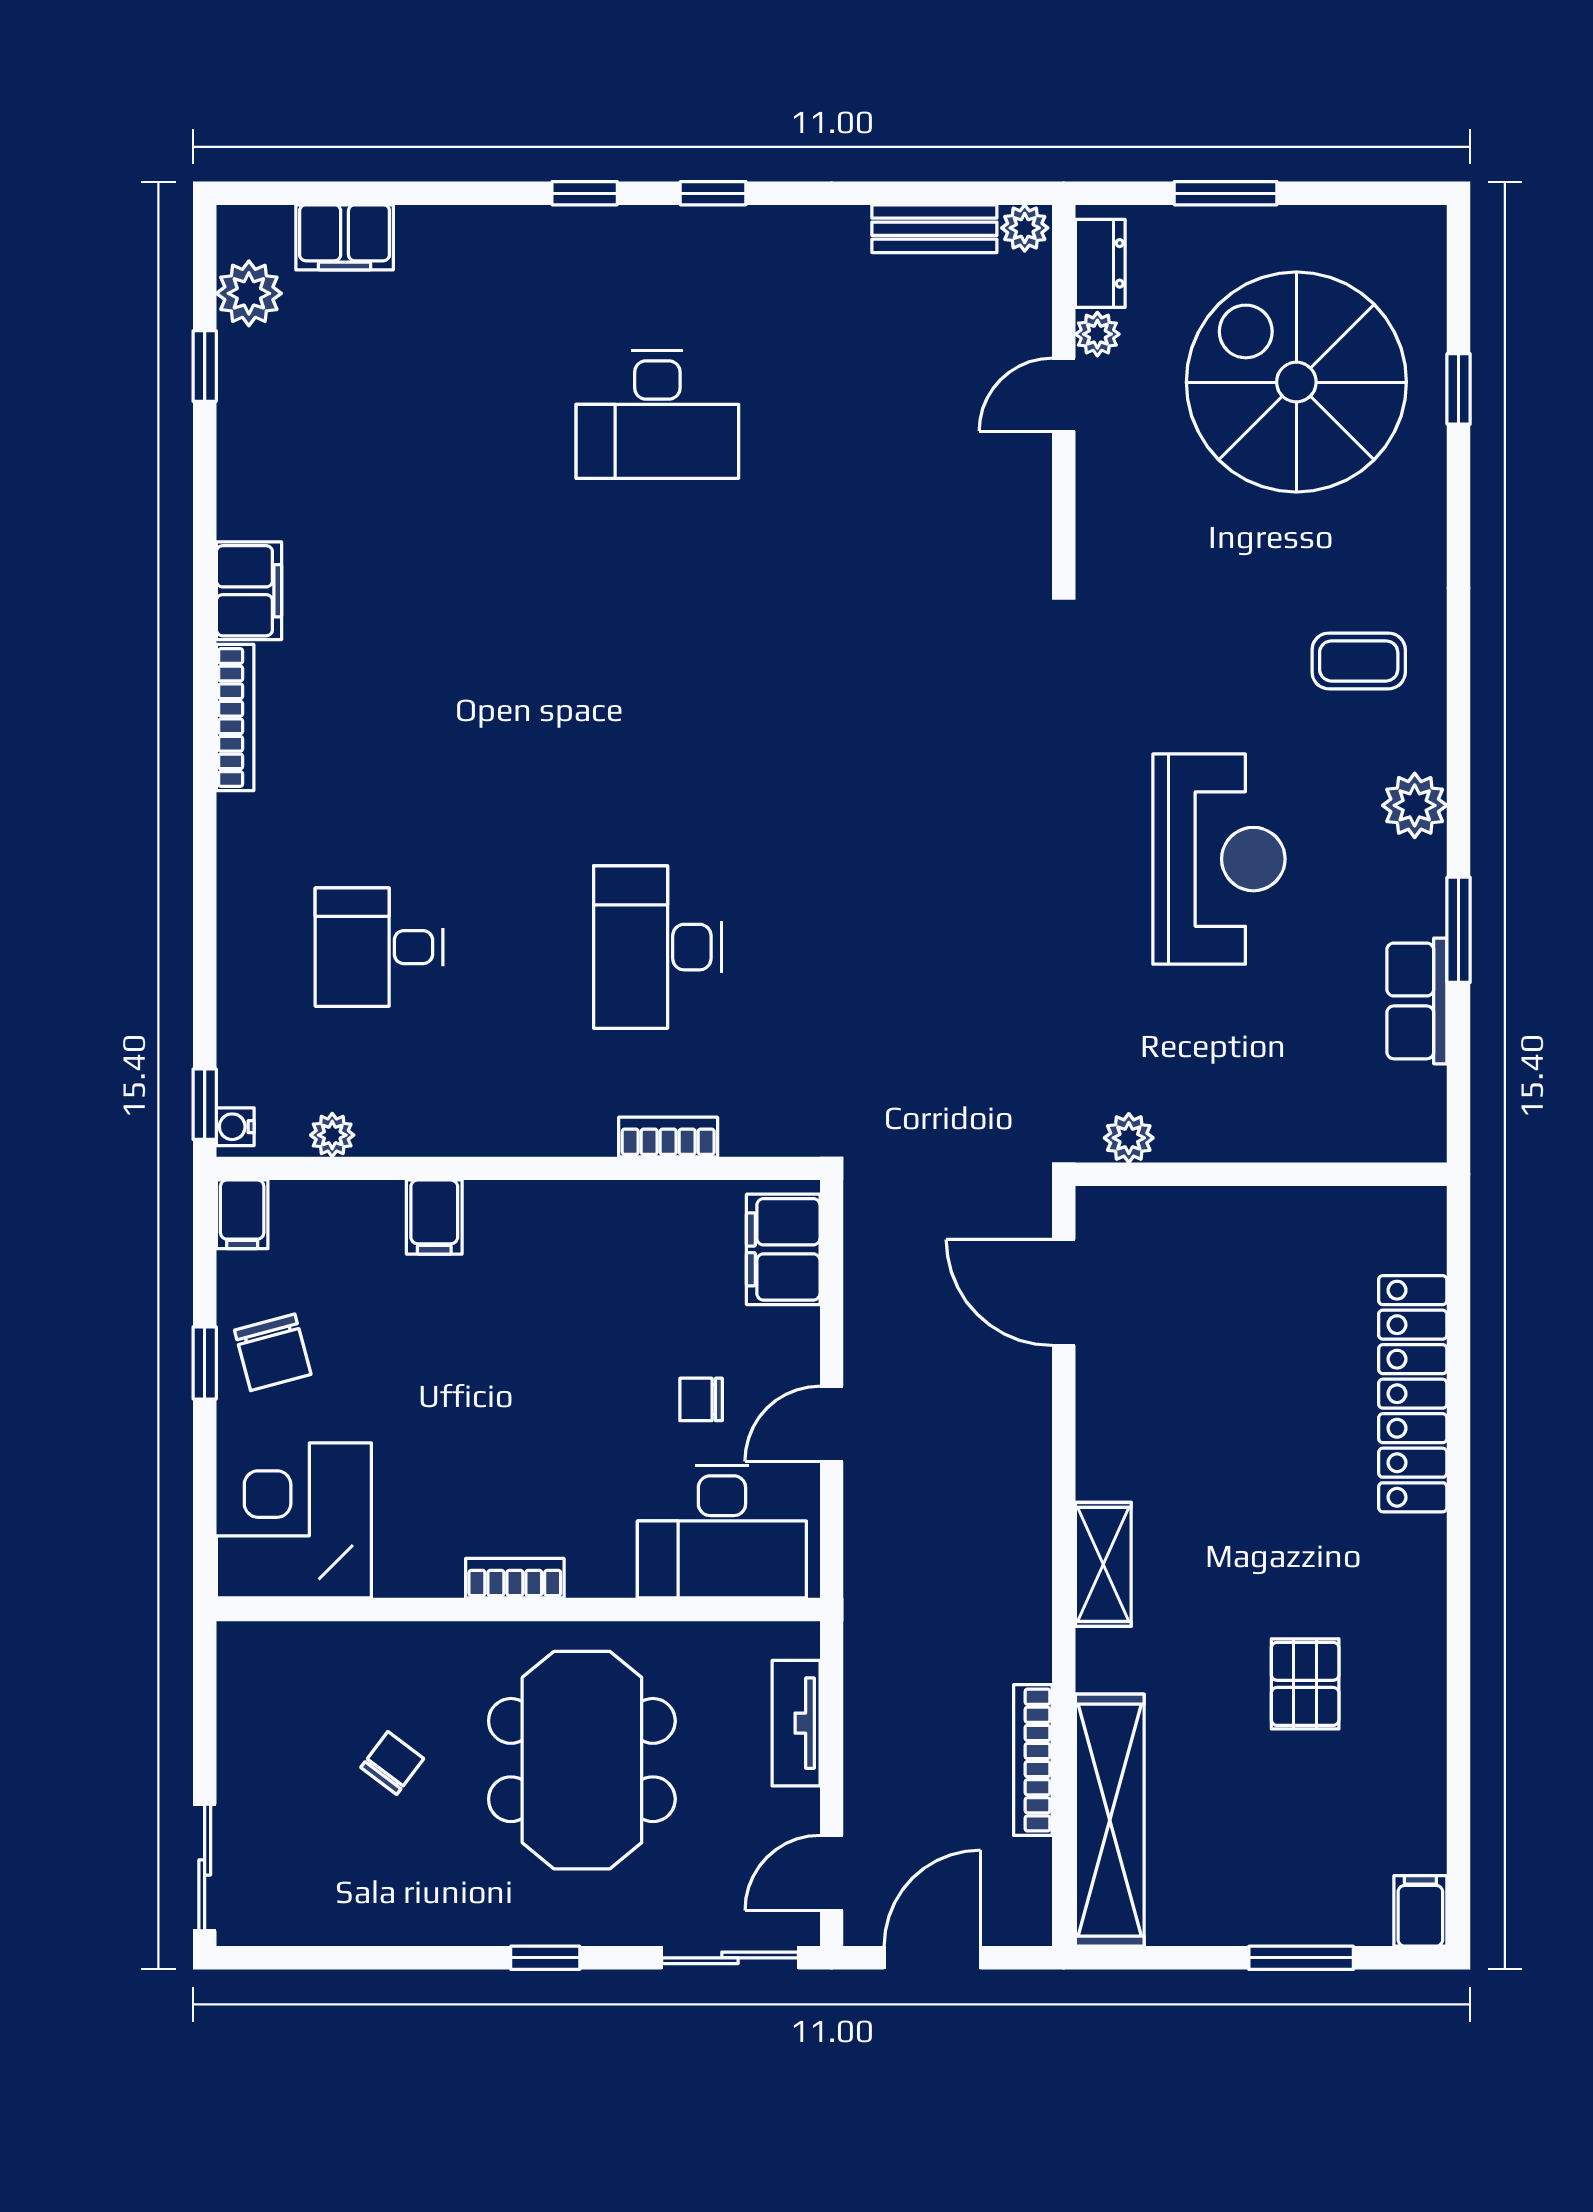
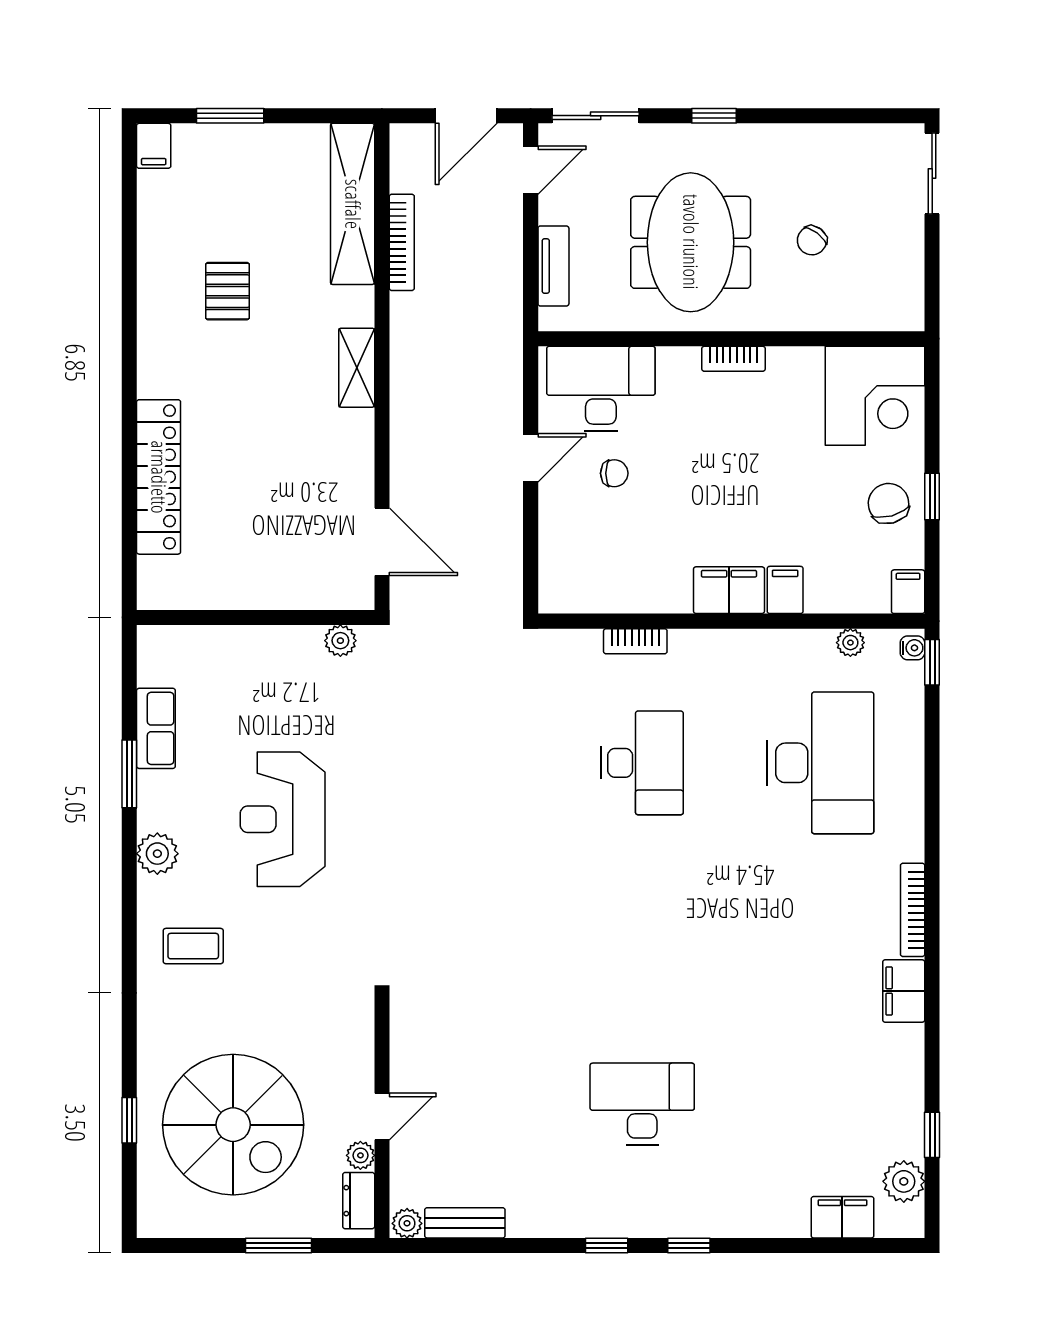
desk: (379, 947) -> (820, 763), width x1.87, depth x1.30
filing cabinet: (783, 1249) -> (729, 590), moved, turned -90

